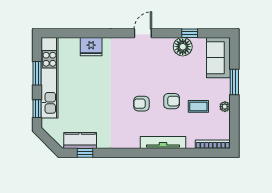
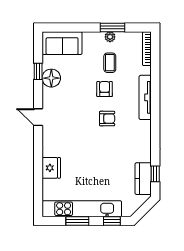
window: (234, 82) -> (113, 28), moved
armchair: (141, 104) -> (107, 119), turned -90

